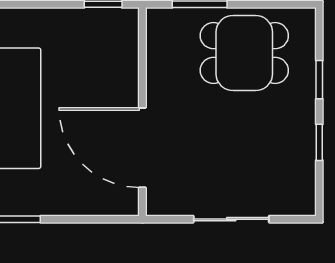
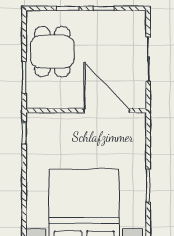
door: (142, 148) -> (107, 110), swing flipped

